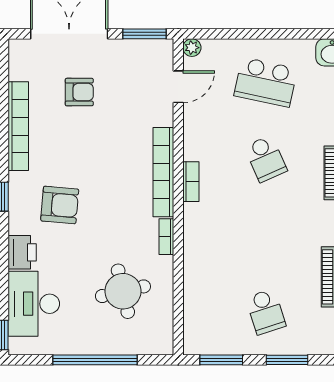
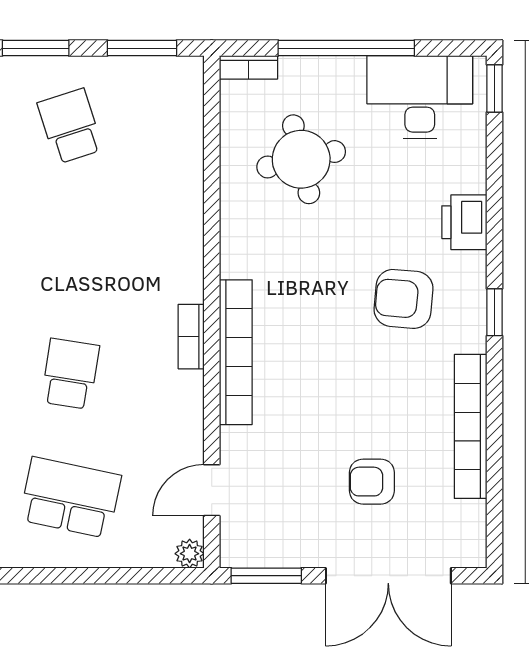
school desk: (266, 159) -> (70, 374), turned 33
bookcase: (166, 237) -> (248, 67), moved, turned 90
desk: (34, 304) -> (420, 97), moved, turned -90

